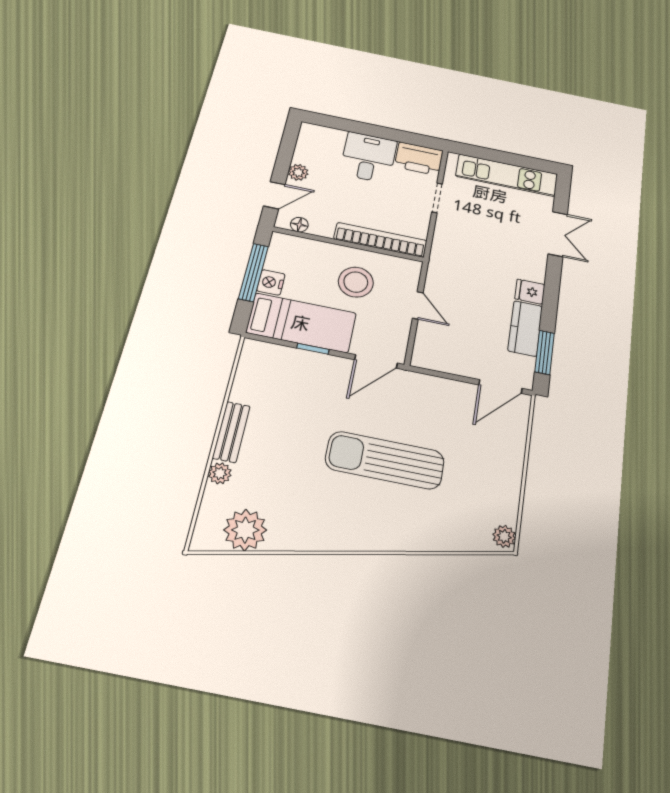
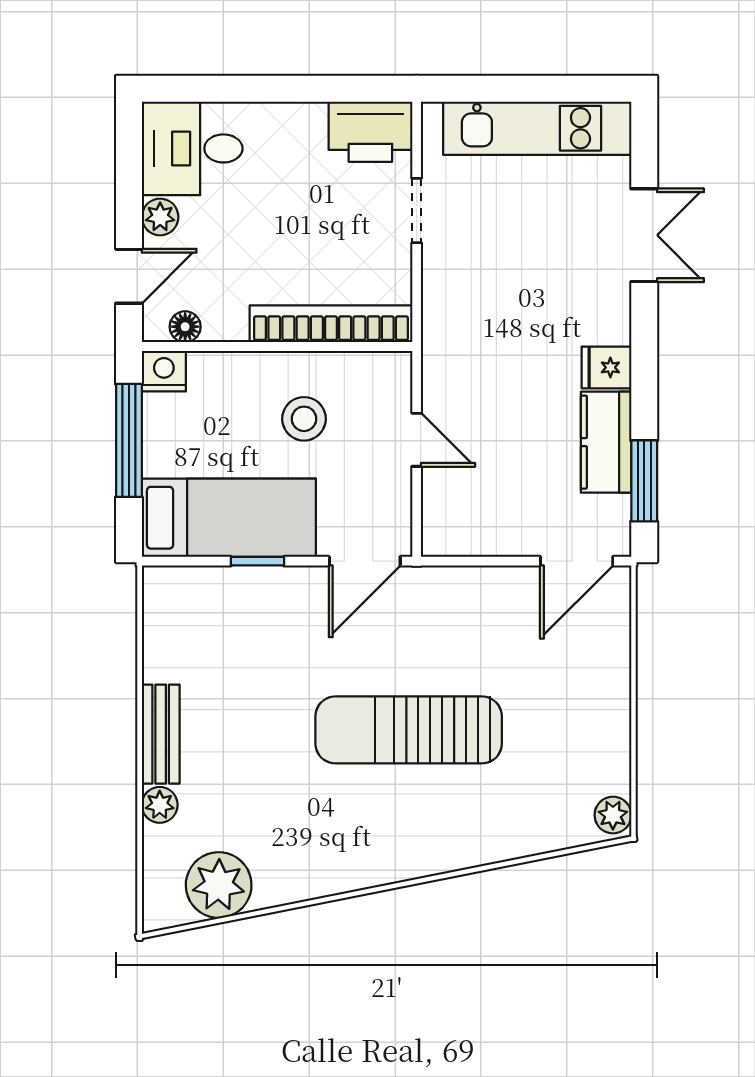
desk: (368, 157) -> (192, 148), moved, turned -90
nightstand: (271, 282) -> (164, 371), moved, turned 90
stool: (356, 282) -> (304, 419), width x0.73, depth x0.73

